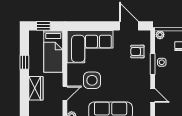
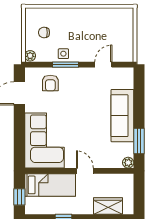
side table: (92, 80) -> (85, 138), removed
wardrobe: (36, 88) -> (108, 206), moved
door: (65, 93) -> (85, 171), moved

